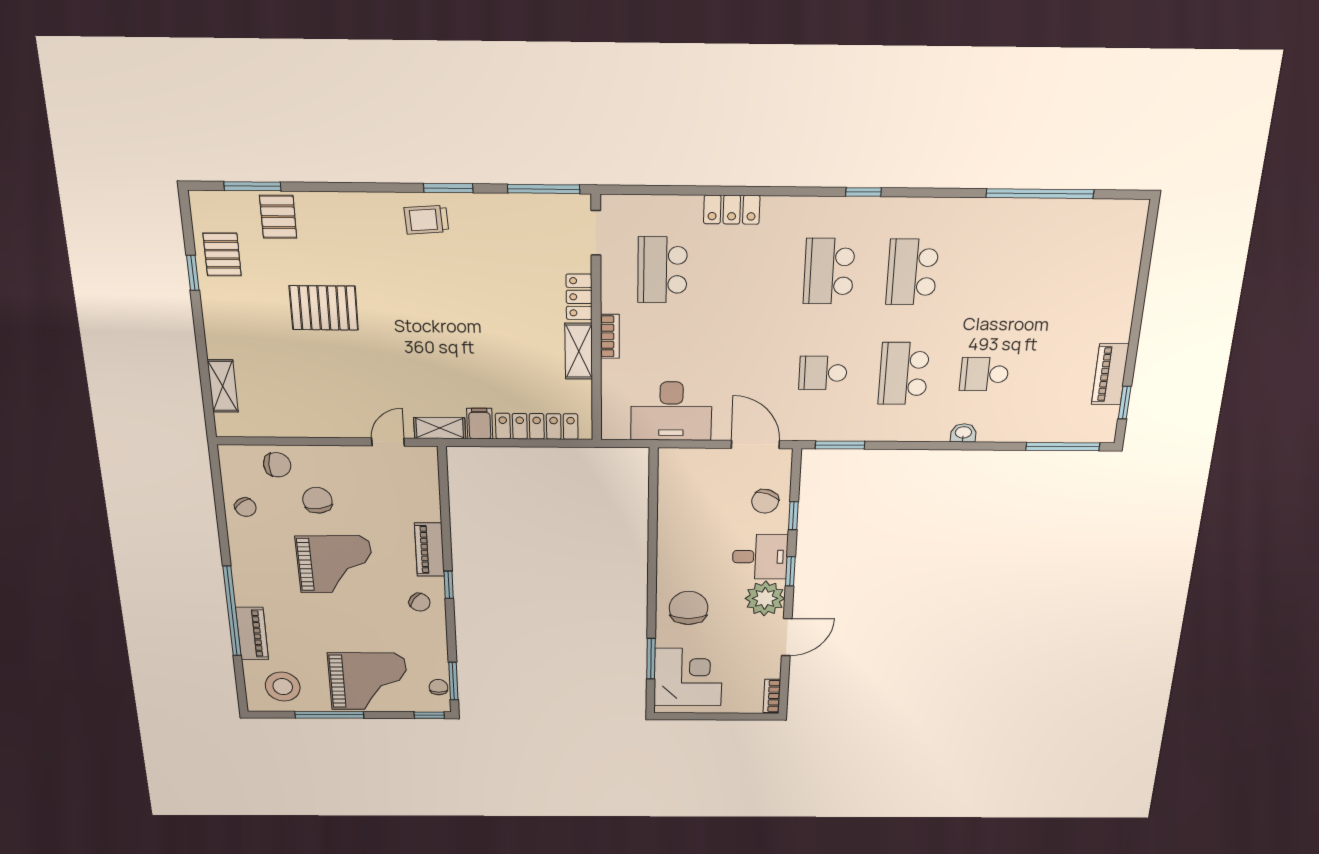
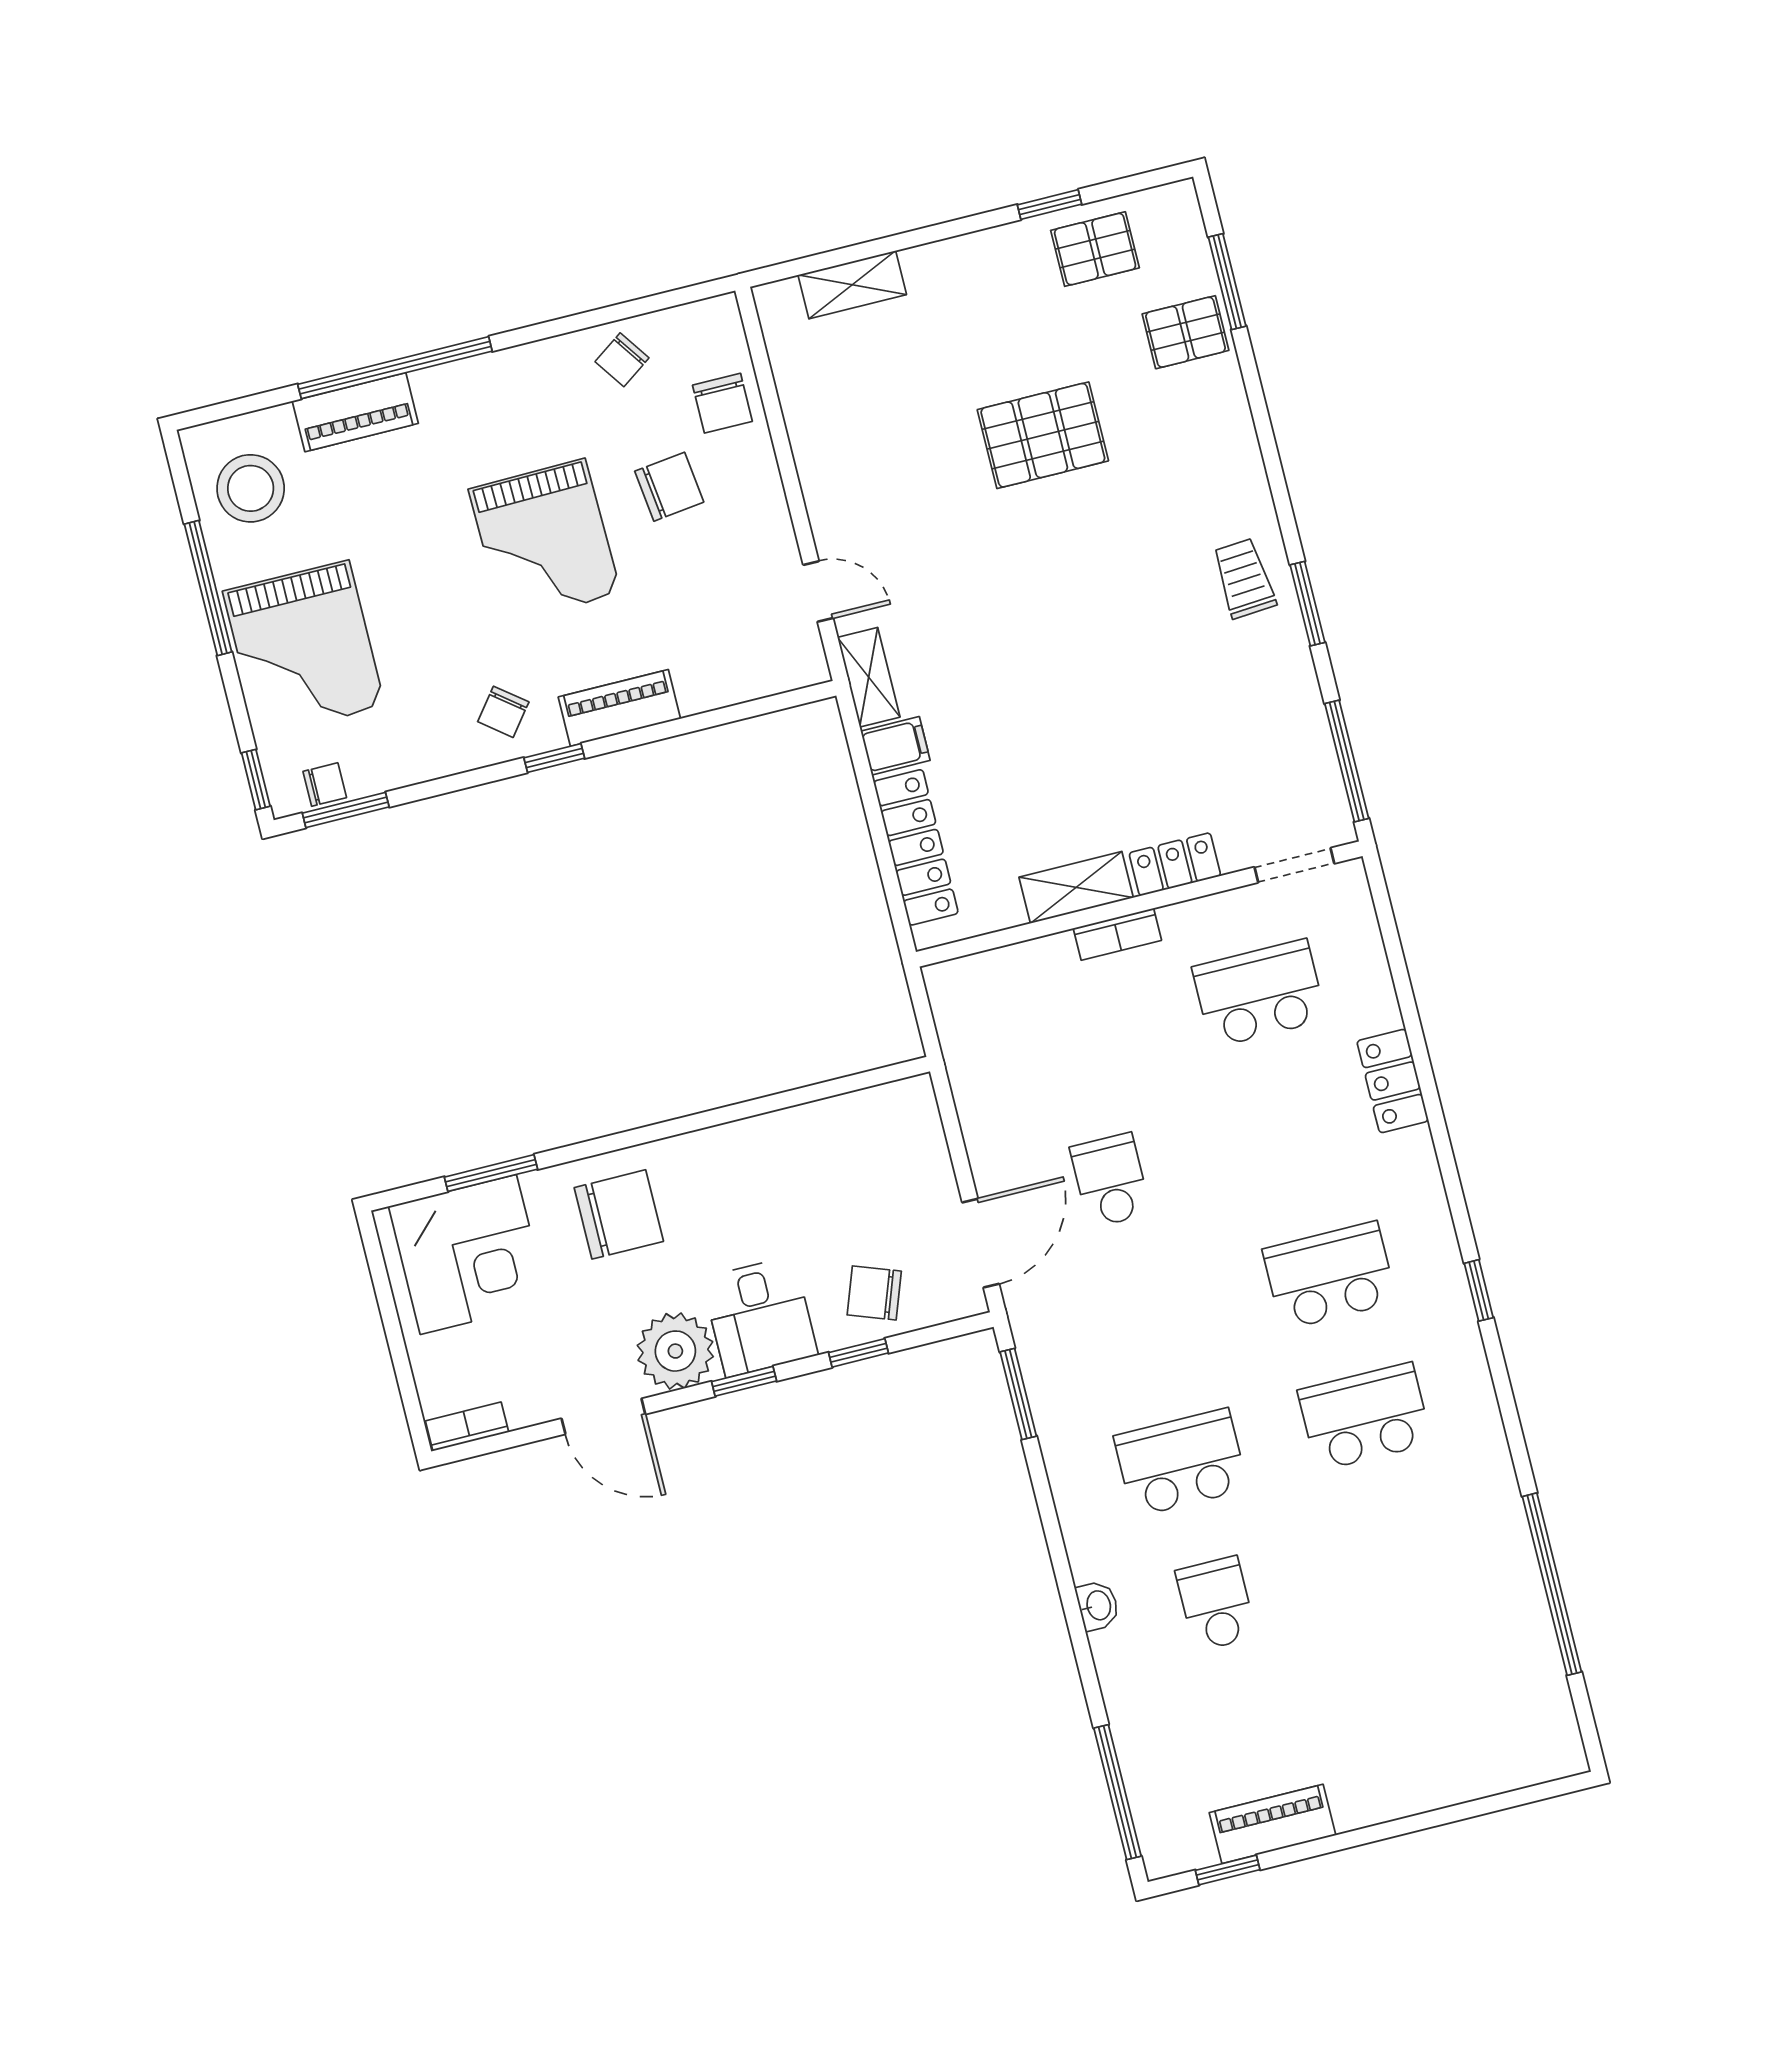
pallet: (324, 308) -> (1043, 435), turned 90
school desk: (823, 373) -> (1110, 1180), moved
desk: (671, 411) -> (1006, 1077), removed

